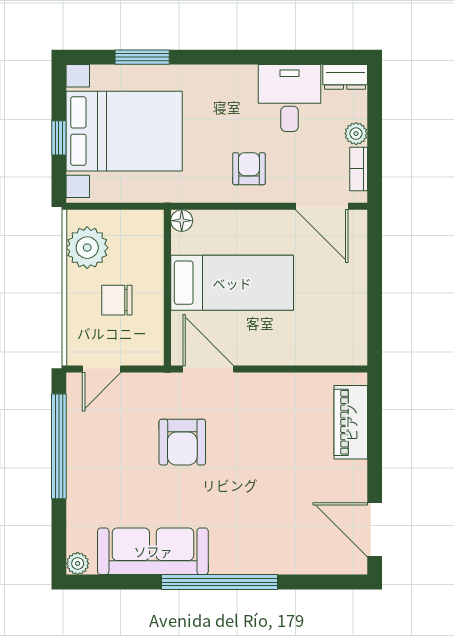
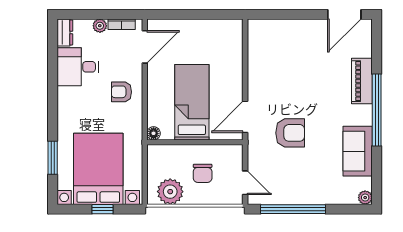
piano: (351, 422) -> (362, 81), moved, turned 90
sofa: (153, 551) -> (358, 151), width x0.73

